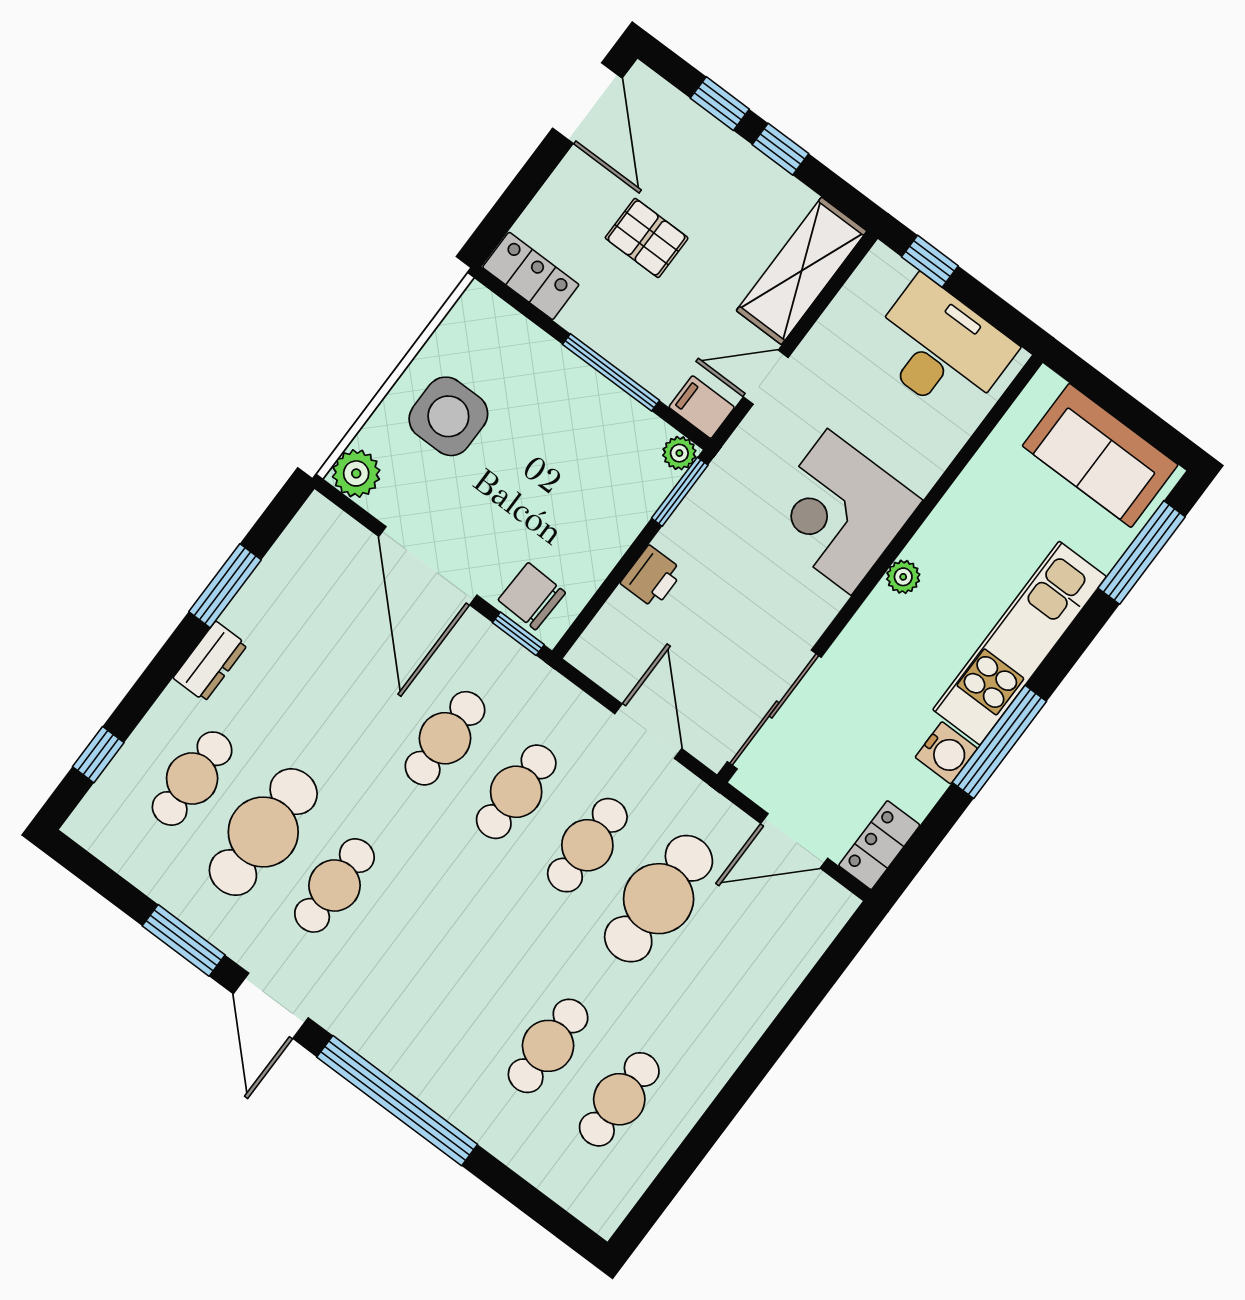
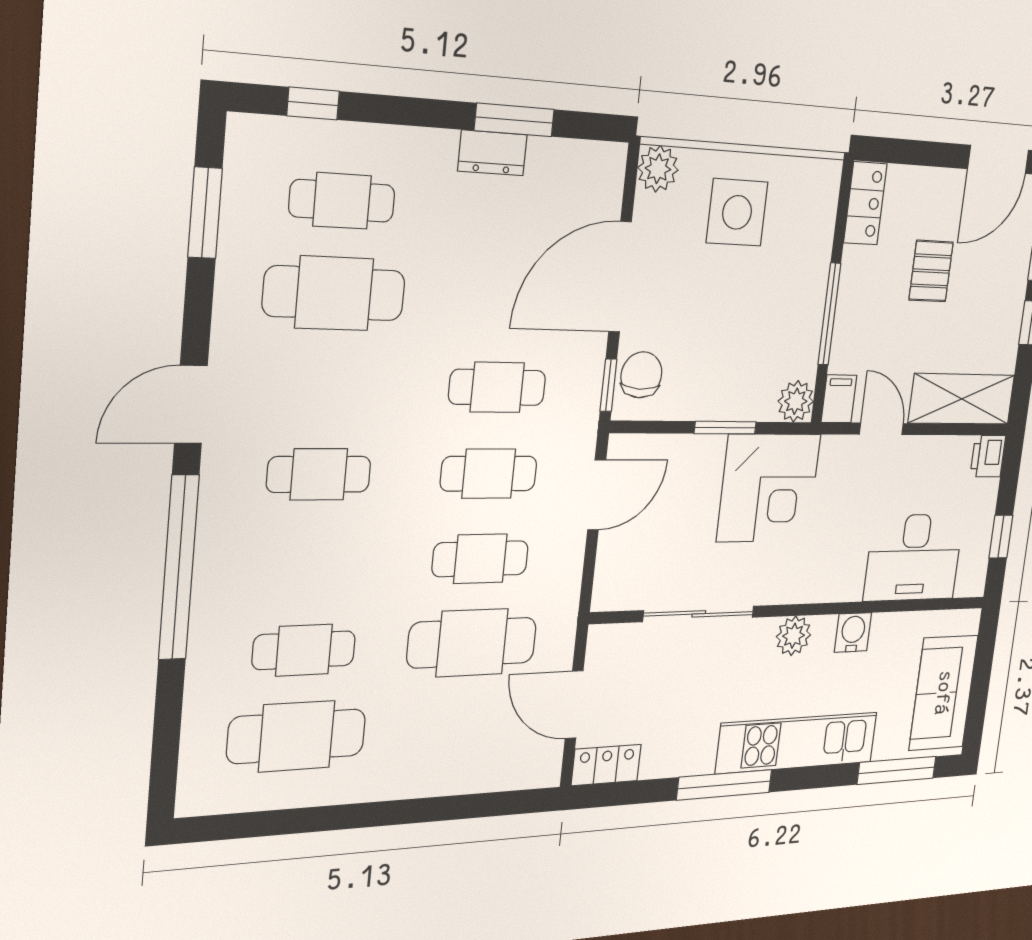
window: (930, 261) -> (1001, 537), moved
desk: (941, 349) -> (914, 557), moved, turned 90
plant: (679, 453) -> (796, 401), width x1.38, depth x1.38
window: (680, 492) -> (725, 428), moved
corner desk: (839, 512) -> (769, 488), moved, turned 180
printer: (652, 577) -> (988, 456), moved, turned 90
plant: (903, 577) -> (793, 636), width x1.38, depth x1.38
dresser: (210, 661) -> (492, 153), moved
sliding door: (774, 709) -> (699, 614), moved
door: (648, 731) -> (597, 495), moved
water cooler: (946, 753) -> (853, 632), moved, turned 180
cafe table: (334, 885) -> (319, 474), moved
window: (184, 940) -> (205, 213), moved
cafe table: (619, 1099) -> (297, 736), width x1.37, depth x1.35

